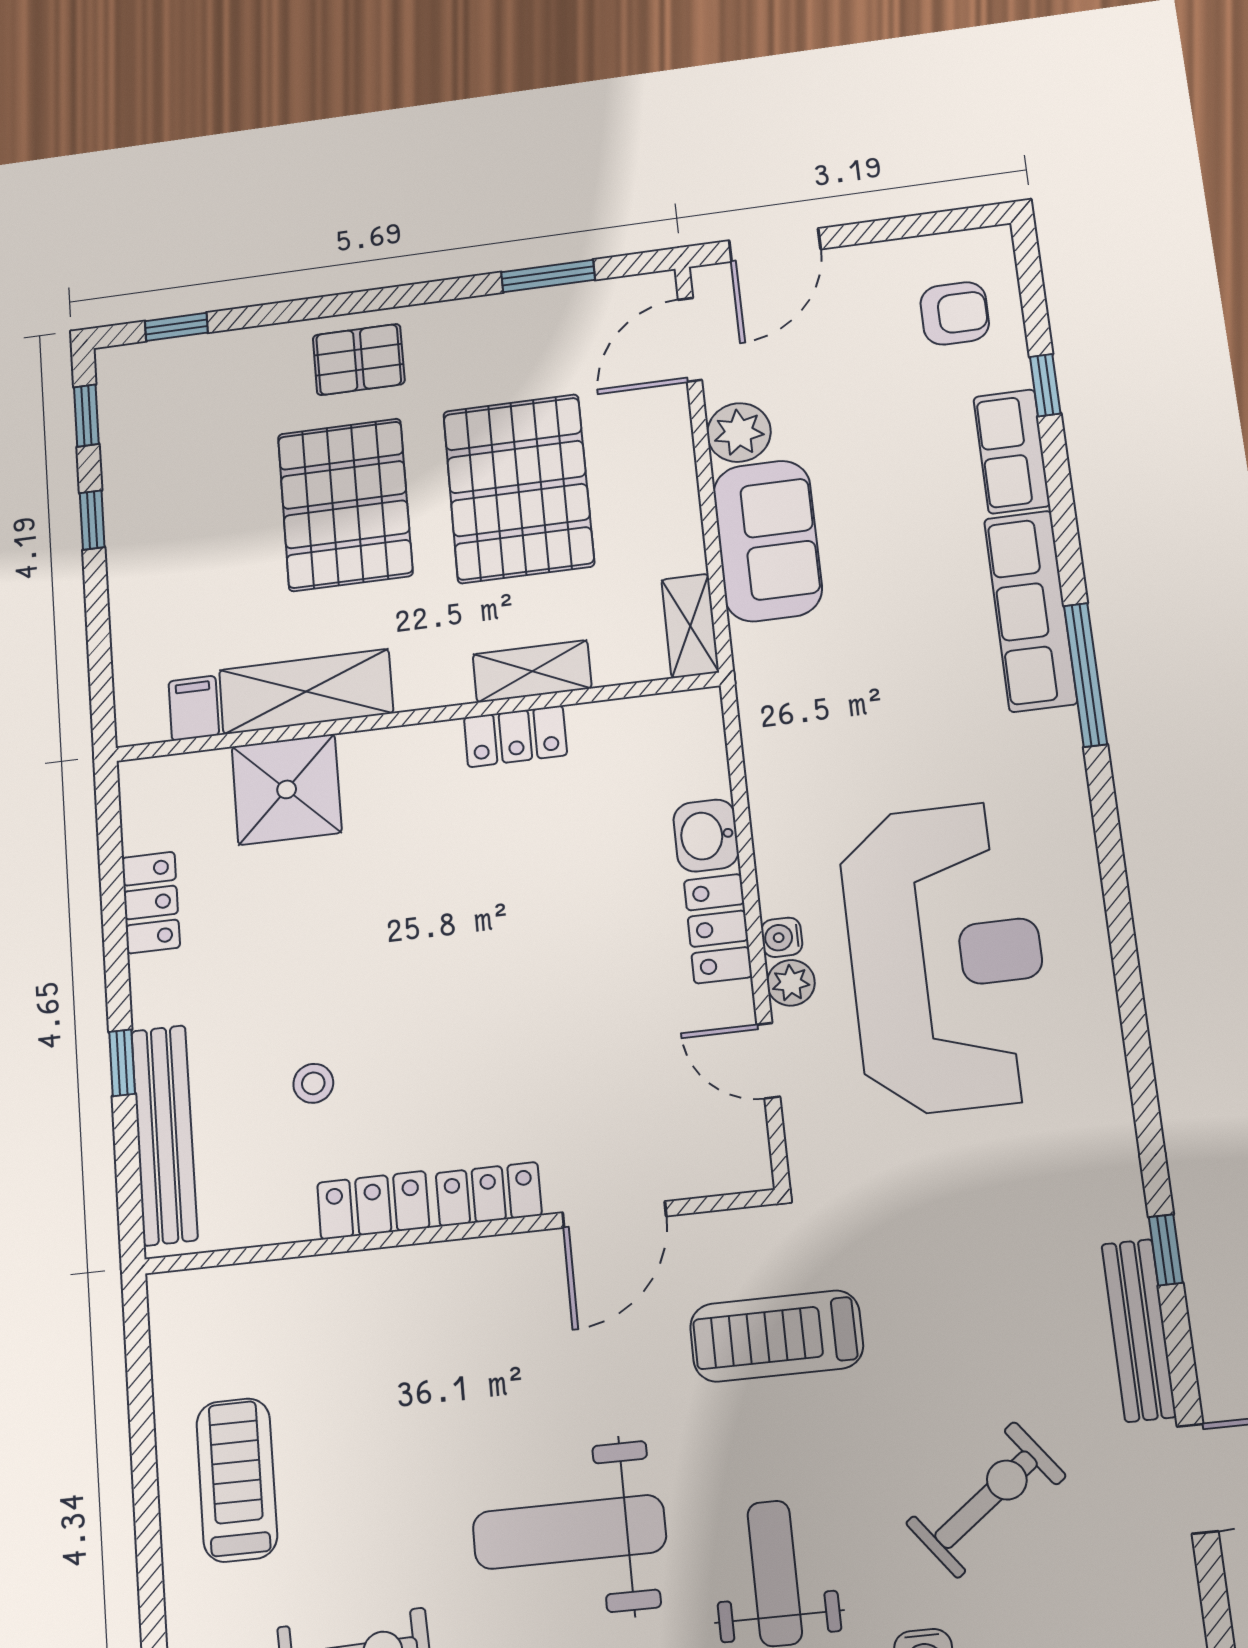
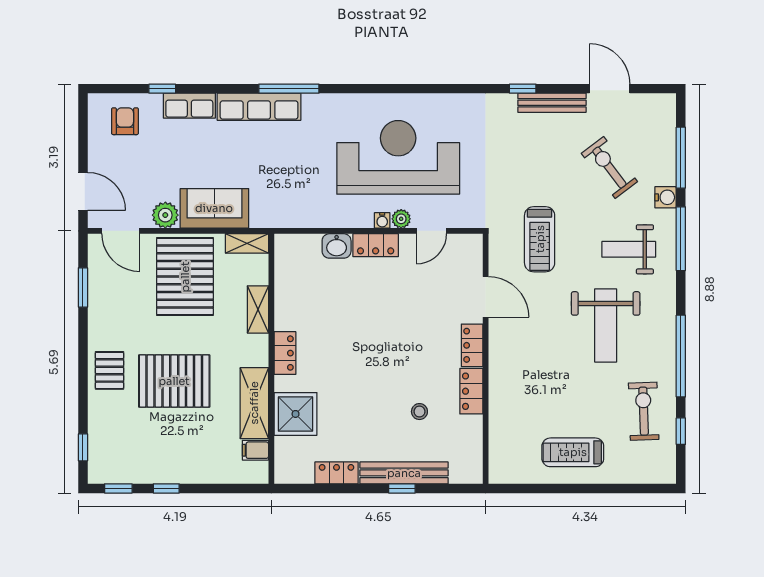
pallet: (518, 488) -> (185, 277), moved, turned 90
locker: (515, 736) -> (285, 353), moved
bench: (164, 1135) -> (404, 473), moved

